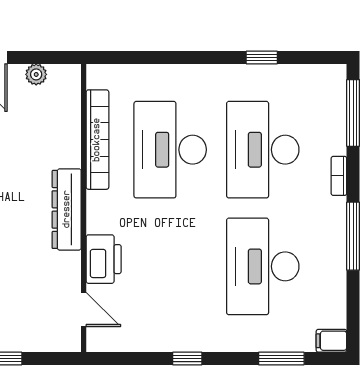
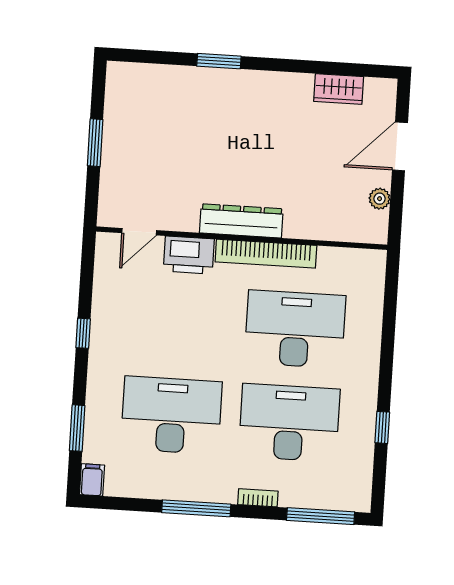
bookcase: (97, 140) -> (266, 254), moved

